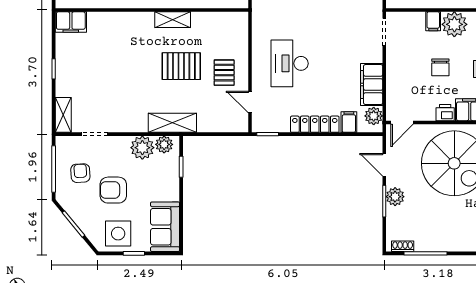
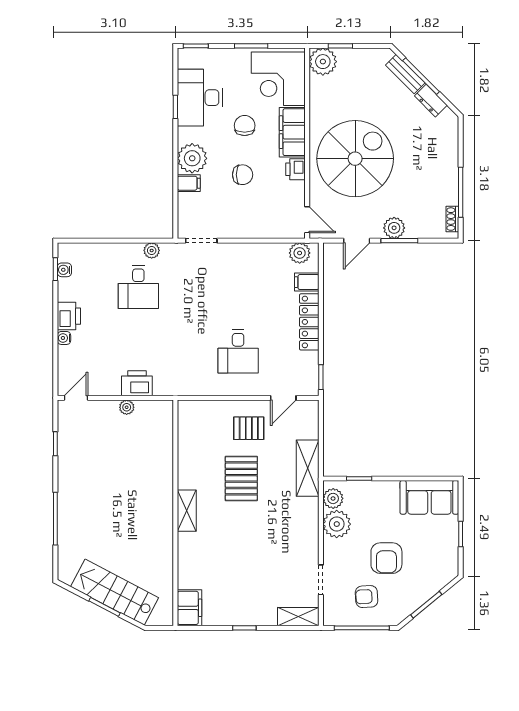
shelving: (173, 20) -> (187, 511), moved
desk: (290, 63) -> (238, 352), width x0.73
filing cabinet: (372, 85) -> (263, 255), removed
shelving: (172, 123) -> (308, 468), moved
side table: (118, 234) -> (437, 552), removed

